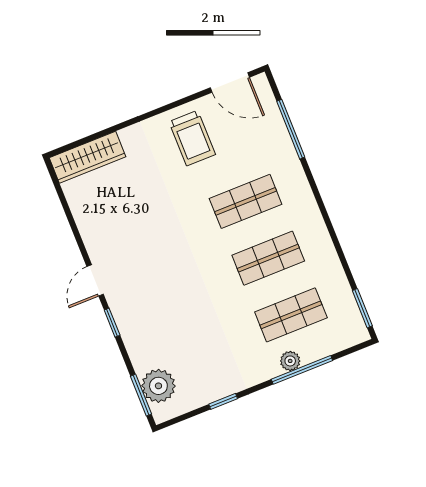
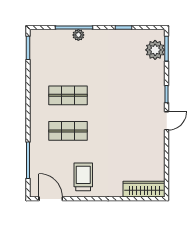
shop shelf: (291, 315) -> (68, 60), removed

